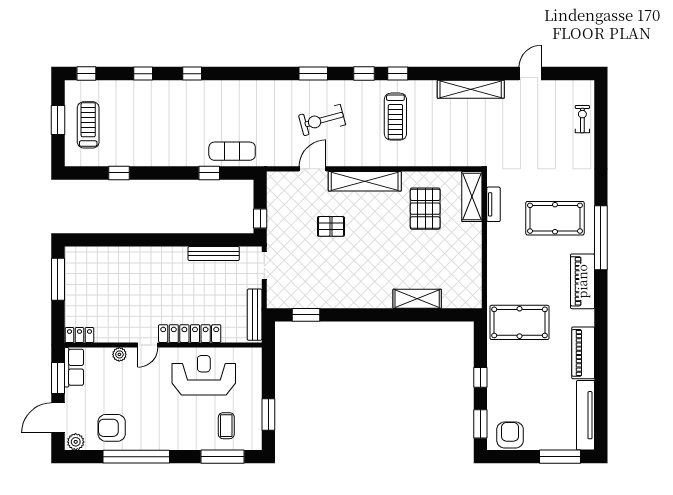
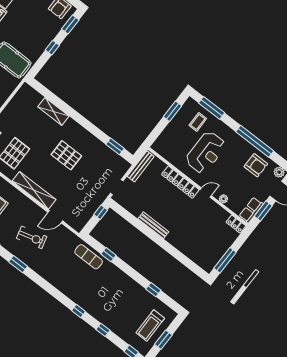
pallet: (331, 226) -> (66, 155), moved, width x1.50, depth x1.42
bench: (214, 254) -> (153, 225), moved
reception desk: (204, 375) -> (206, 152), moved, turned -90

